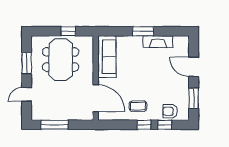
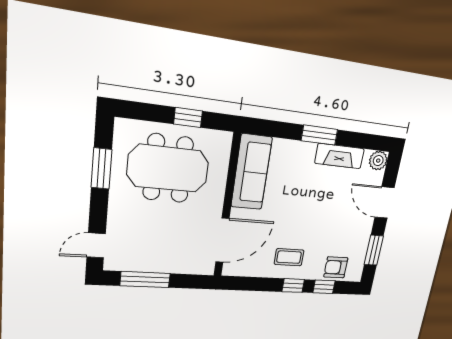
plant: (183, 42) -> (378, 161), added
meeting table: (61, 59) -> (168, 168), turned 90
door: (27, 94) -> (96, 245), moved
door: (96, 98) -> (222, 240), hinge flipped

